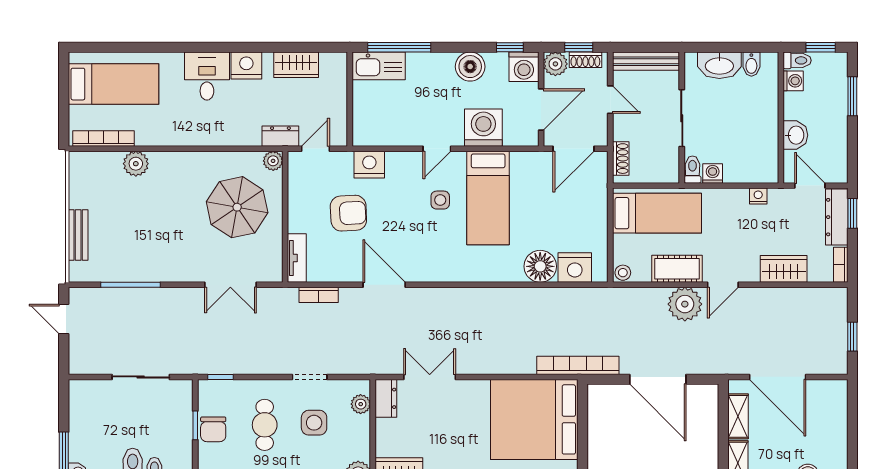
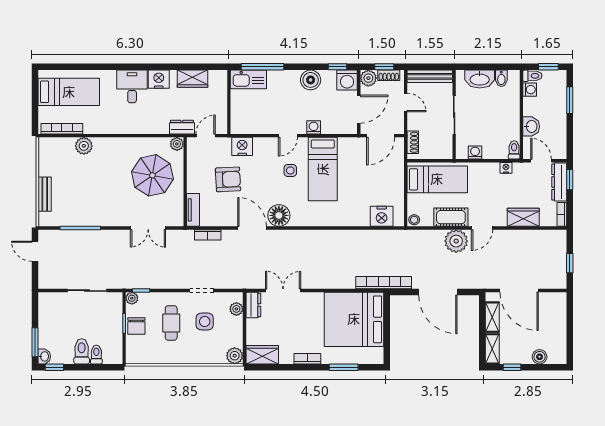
washing machine: (483, 128) -> (314, 127), width x0.53, depth x0.53
toilet: (692, 170) -> (514, 150), moved
floor lamp: (540, 266) -> (279, 215), moved
plant: (207, 388) -> (132, 298), added

